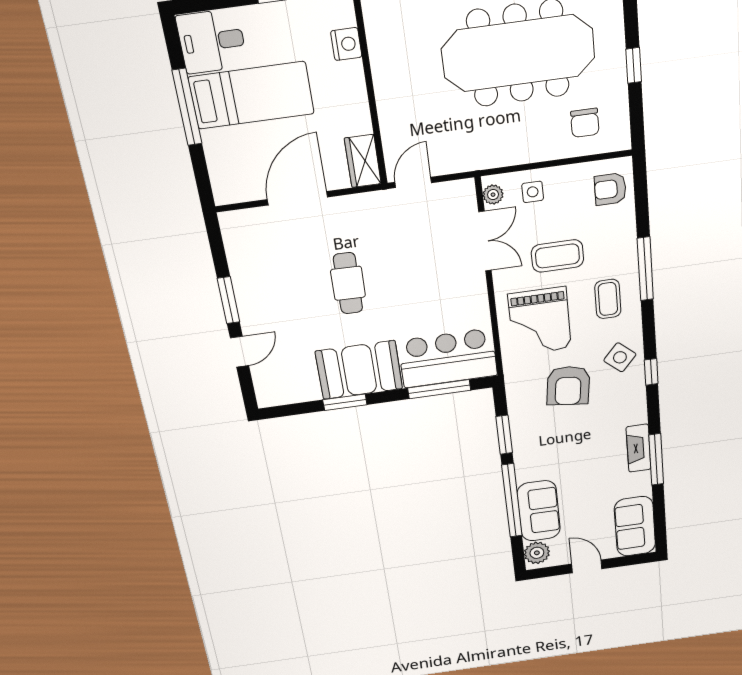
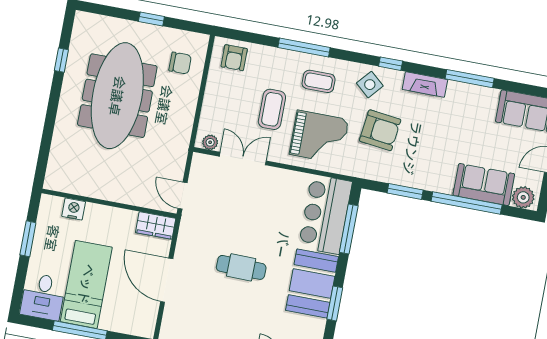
side table: (533, 192) -> (218, 114), removed
fireplace: (639, 448) -> (425, 84), moved

